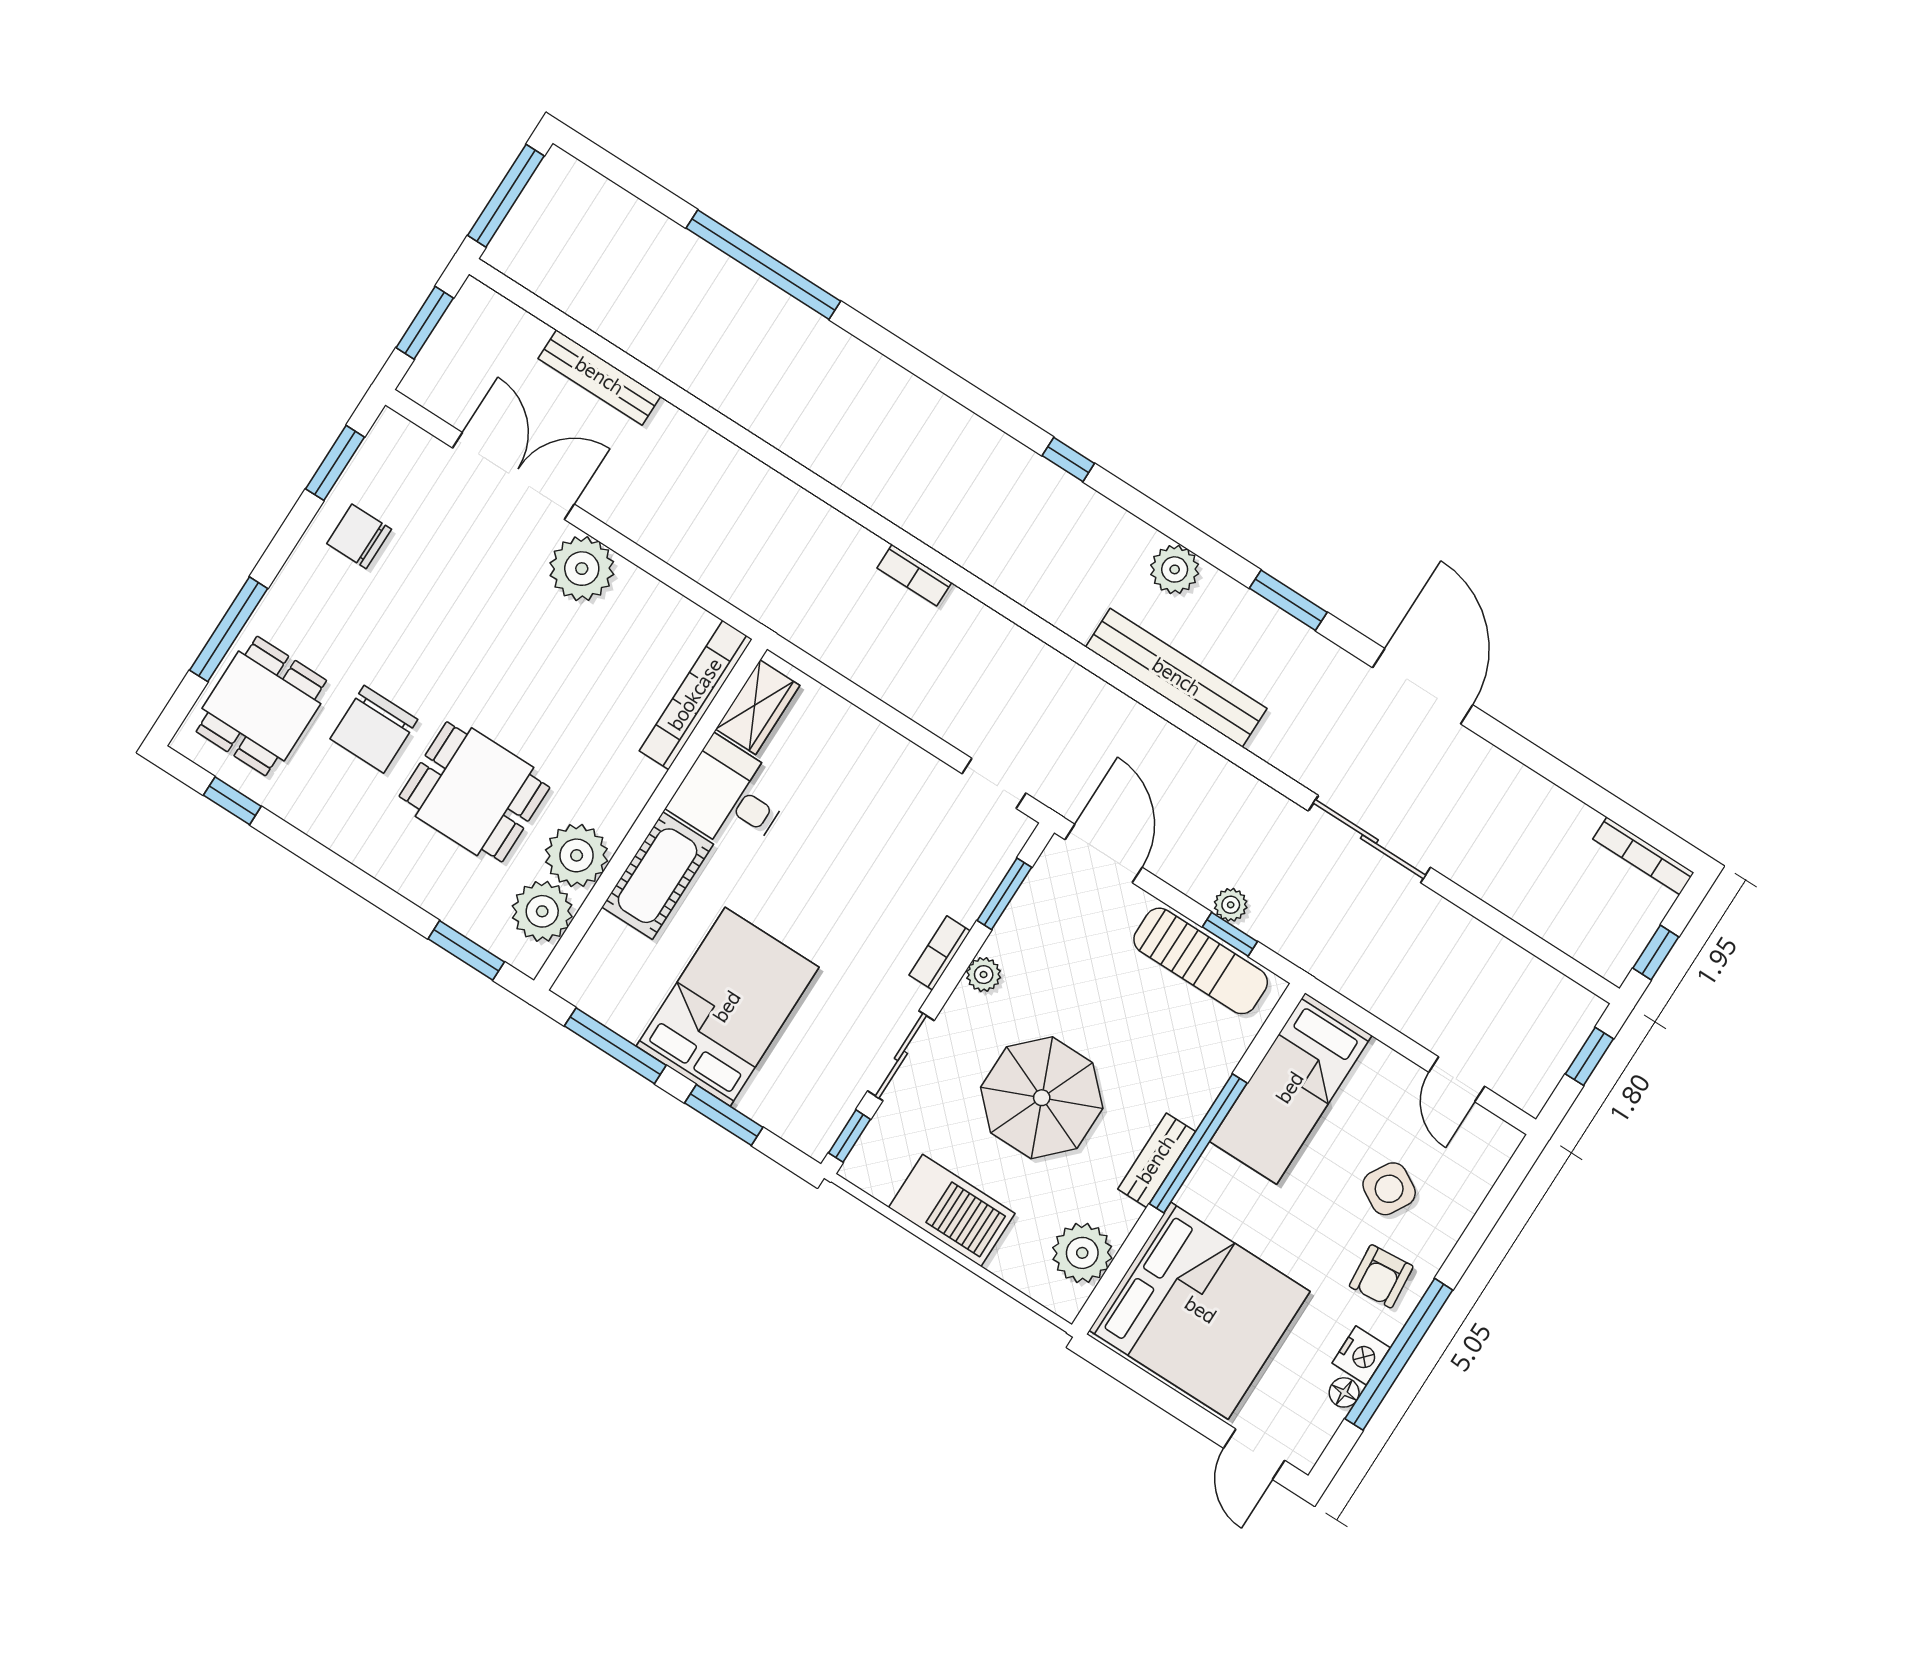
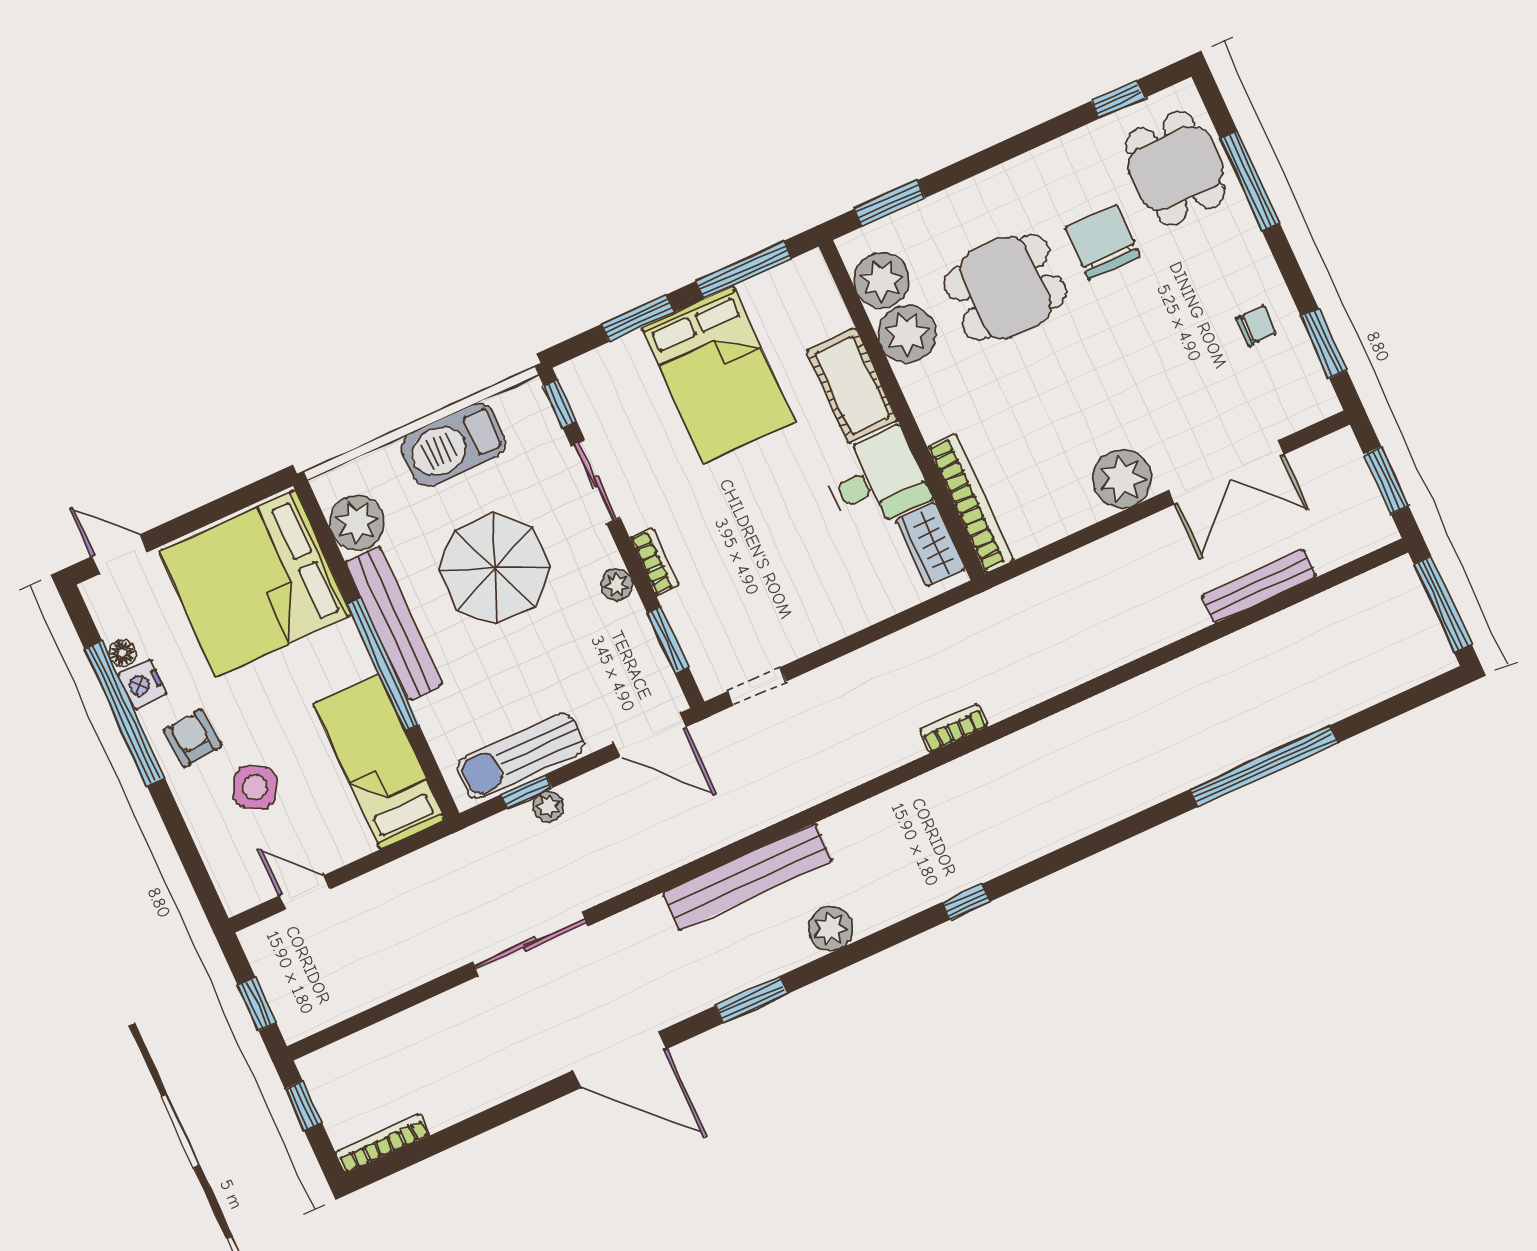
chair: (359, 536) -> (1256, 326), width x0.73, depth x0.73
bench: (1157, 1160) -> (394, 623), width x1.86, depth x1.21

